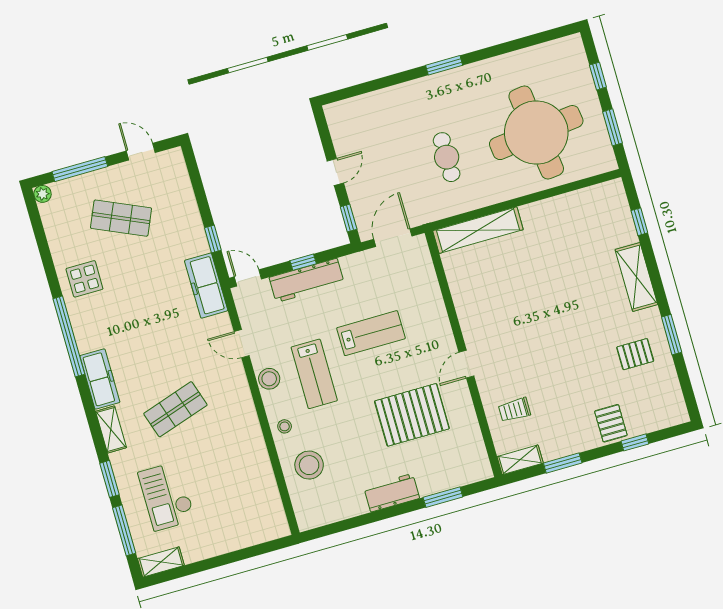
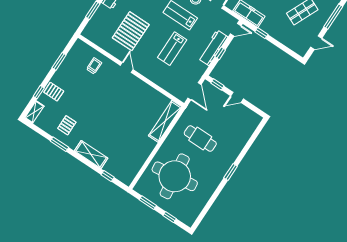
cafe table: (447, 157) -> (200, 138), width x1.37, depth x1.35
door: (335, 172) -> (237, 97), hinge flipped
shelving: (520, 460) -> (34, 112), moved

